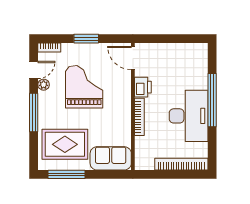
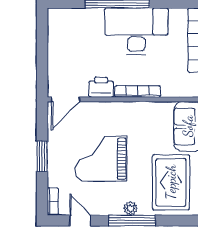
plant: (44, 85) -> (131, 208), moved

